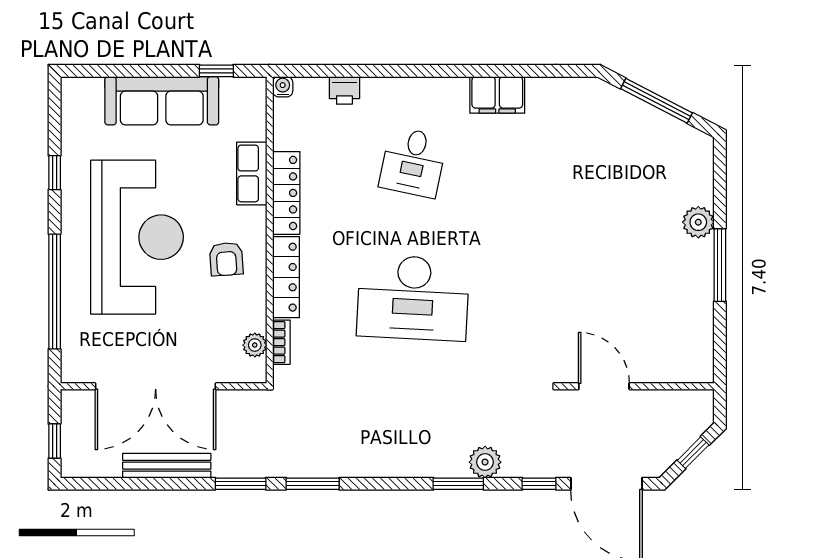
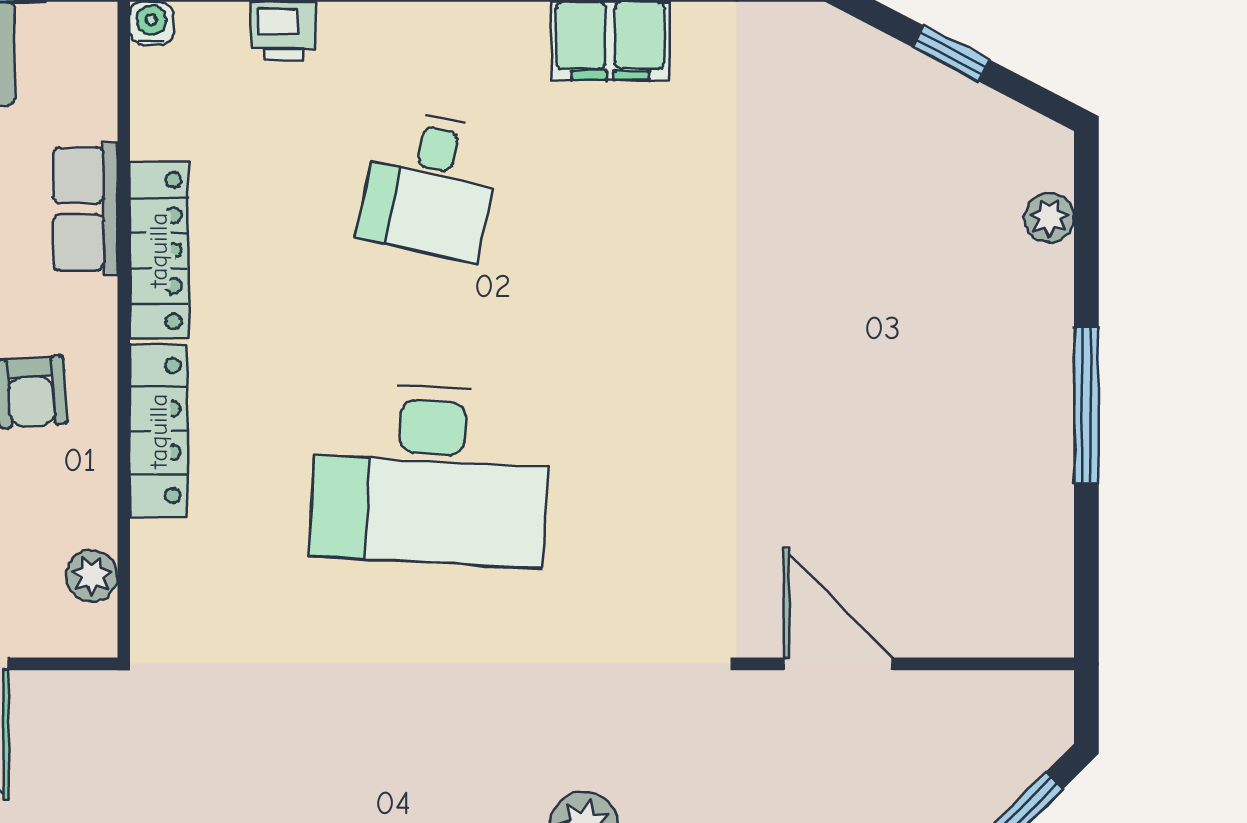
window: (656, 101) -> (951, 53), width x0.46
plant: (698, 222) -> (1049, 218), moved, width x0.73, depth x0.73
bookcase: (281, 342) -> (149, 570), removed

